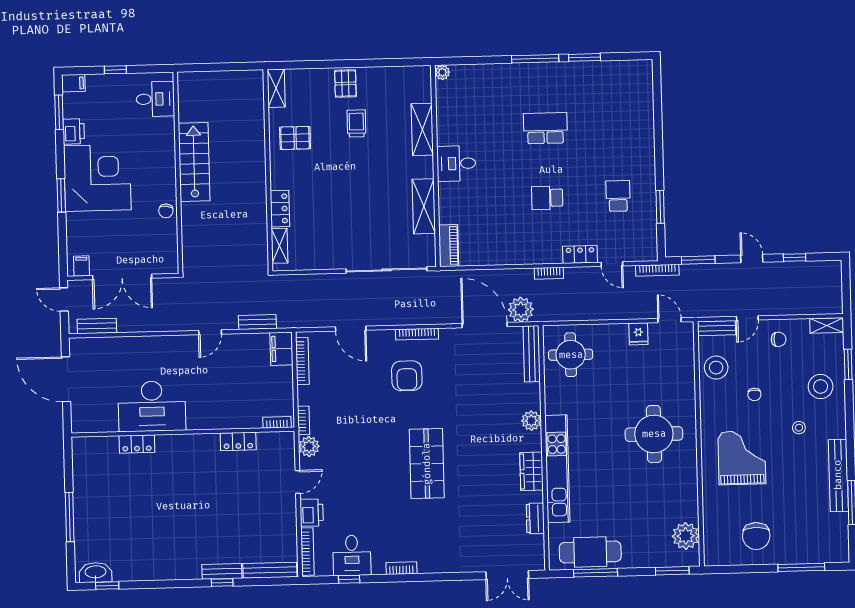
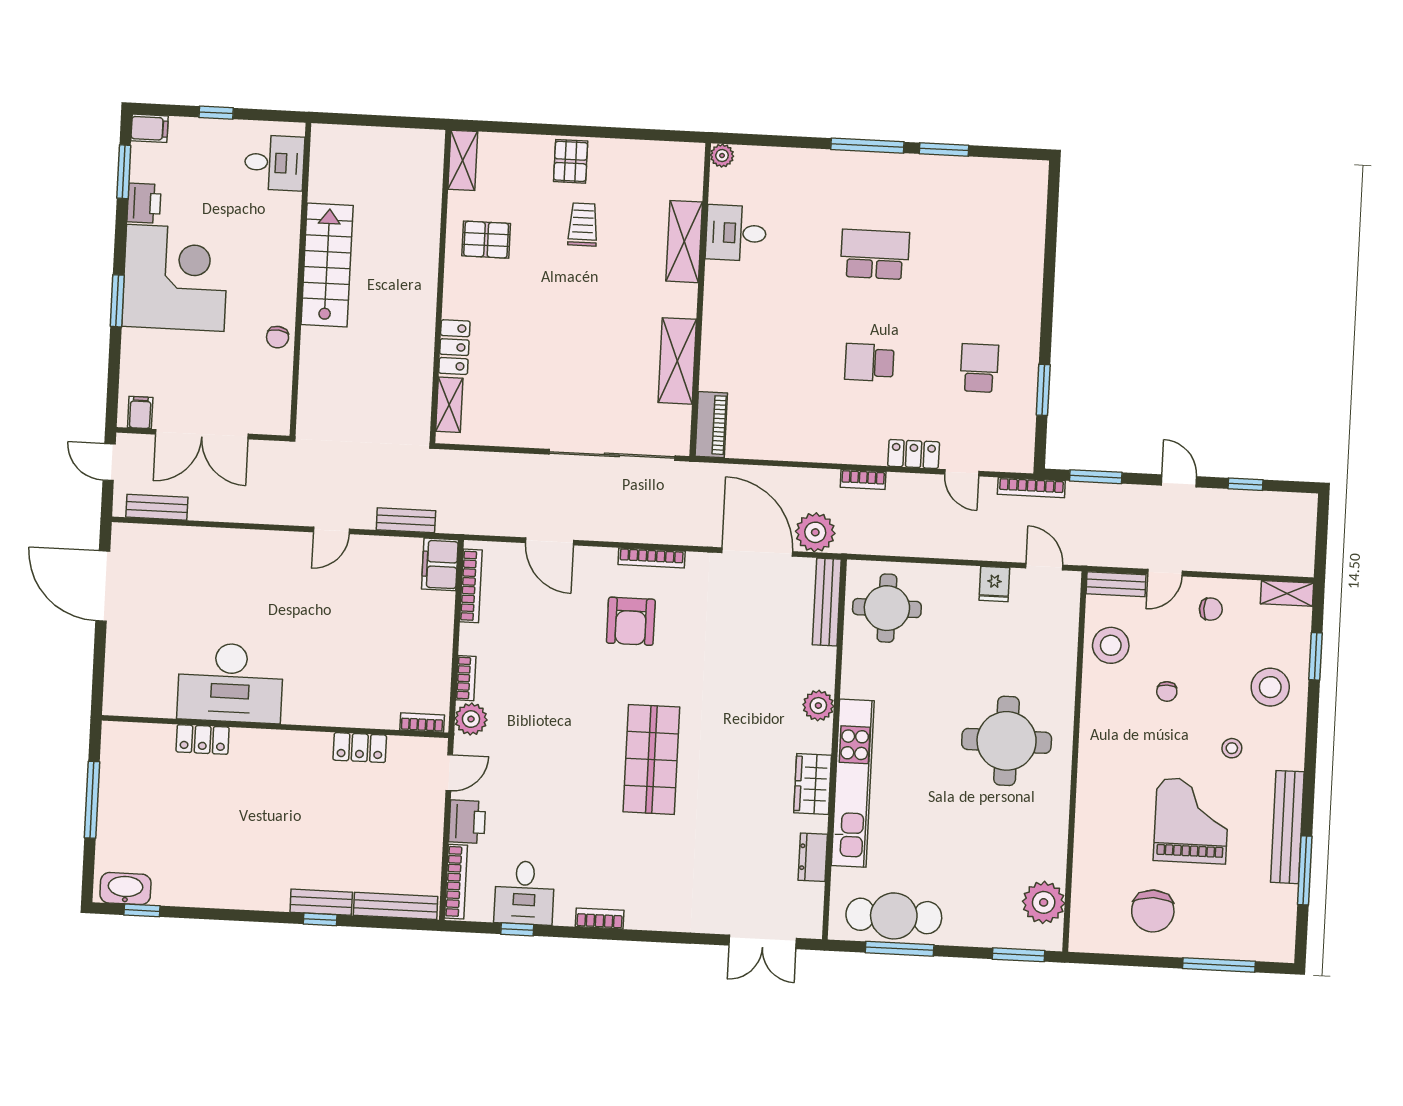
desk: (456, 163) -> (736, 233), moved
desk: (152, 406) -> (230, 683), moved
bookcase: (277, 422) -> (422, 722), moved
wall: (183, 432) -> (275, 727), moved
locker: (238, 441) -> (360, 748), moved
locker: (137, 444) -> (203, 740), moved
grand piano: (742, 458) -> (1191, 821), moved

